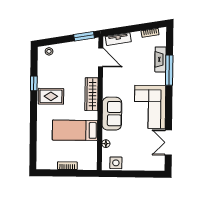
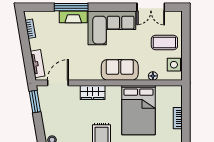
fireplace: (161, 59) -> (73, 17), moved
wardrobe: (91, 94) -> (93, 92), width x0.67
bed: (75, 130) -> (139, 110), width x1.50
coffee table: (136, 154) -> (164, 42), added

